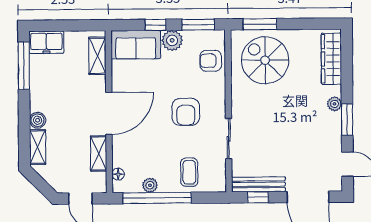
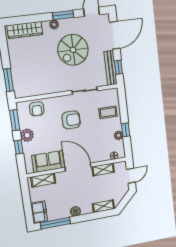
sofa: (136, 45) -> (48, 162), moved, turned -90
spiral stairs: (265, 60) -> (73, 50), moved
boiler: (38, 120) -> (75, 211), moved
window: (157, 198) -> (126, 130), width x0.32

